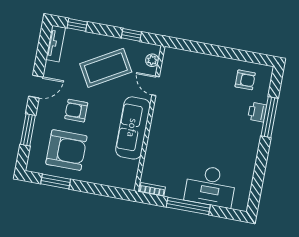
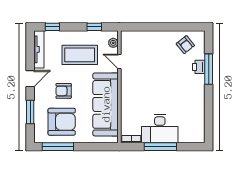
tv unit: (56, 44) -> (39, 49), width x1.41
coffee table: (106, 68) -> (80, 55), turned 30
armchair: (245, 80) -> (185, 45), turned 51
sofa: (133, 128) -> (106, 104), width x1.36, depth x1.27
window: (56, 181) -> (58, 147), width x1.44
desk: (210, 186) -> (160, 129), moved

